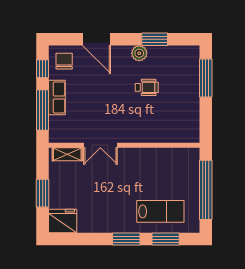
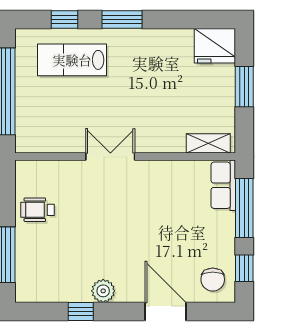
window: (155, 39) -> (81, 311), width x0.67
wheelchair: (147, 87) -> (37, 210), moved
row of seats: (57, 97) -> (223, 185), moved
double door: (100, 145) -> (110, 157), moved
window: (166, 239) -> (65, 20), width x0.67

